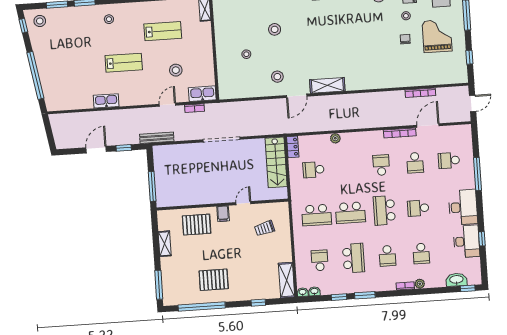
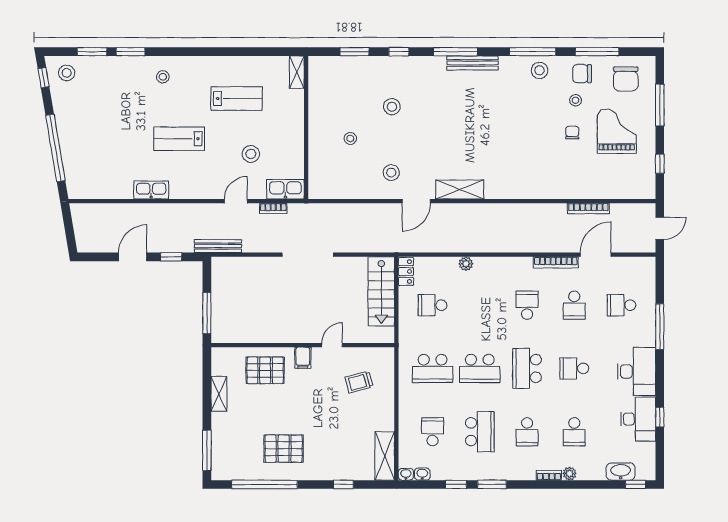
lab bench: (124, 63) -> (179, 139), turned 180

